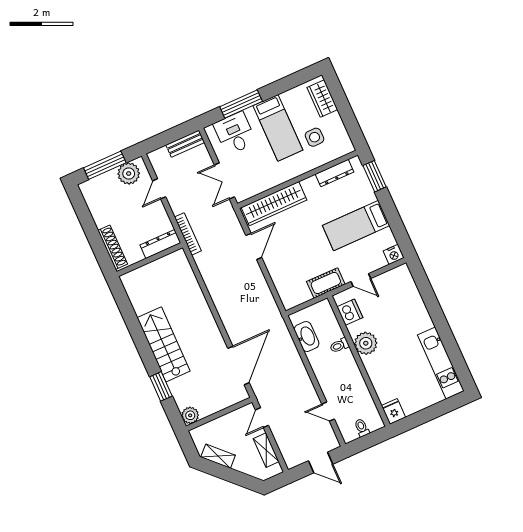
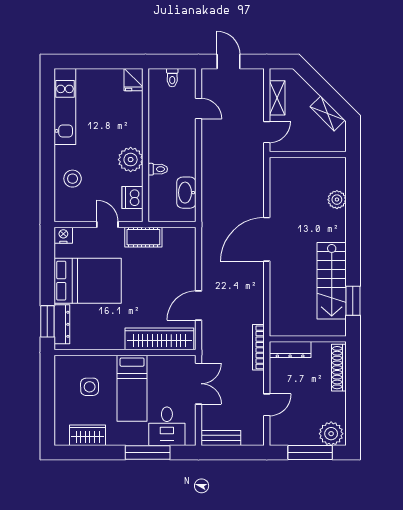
wardrobe: (322, 98) -> (88, 435), moved, turned -90
bed: (278, 128) -> (132, 388), moved, turned 180
plant: (129, 173) -> (331, 434), moved
dresser: (335, 173) -> (62, 324), moved, turned 90
bed: (356, 226) -> (88, 281), width x1.50
stool: (407, 305) -> (73, 179), added
stairs: (164, 344) -> (332, 281), moved
door: (238, 365) -> (267, 239), moved
window: (161, 386) -> (353, 301), moved
plant: (190, 415) -> (337, 200), moved

